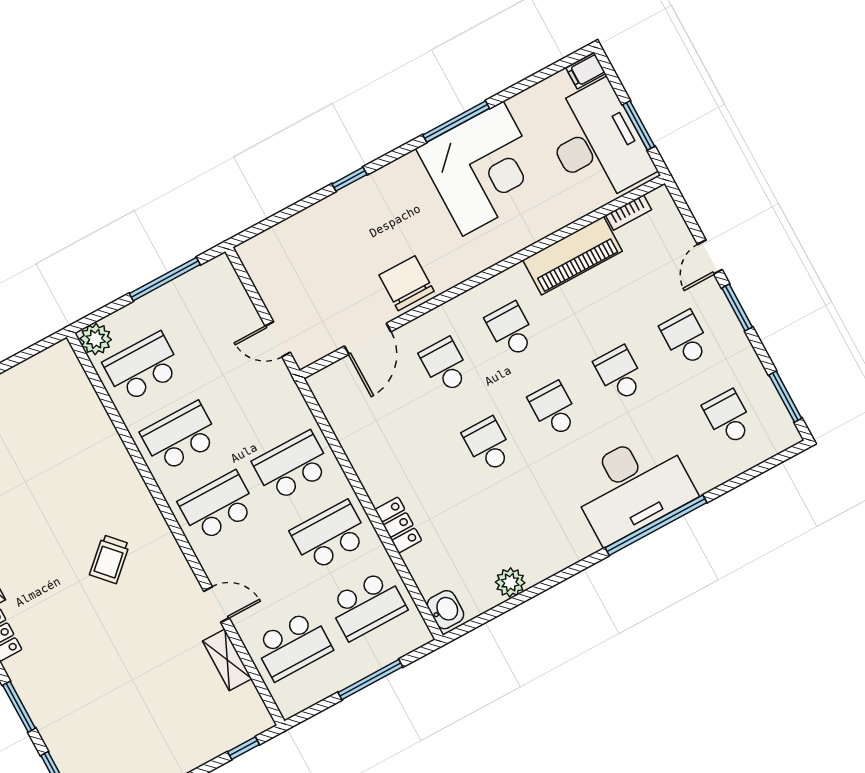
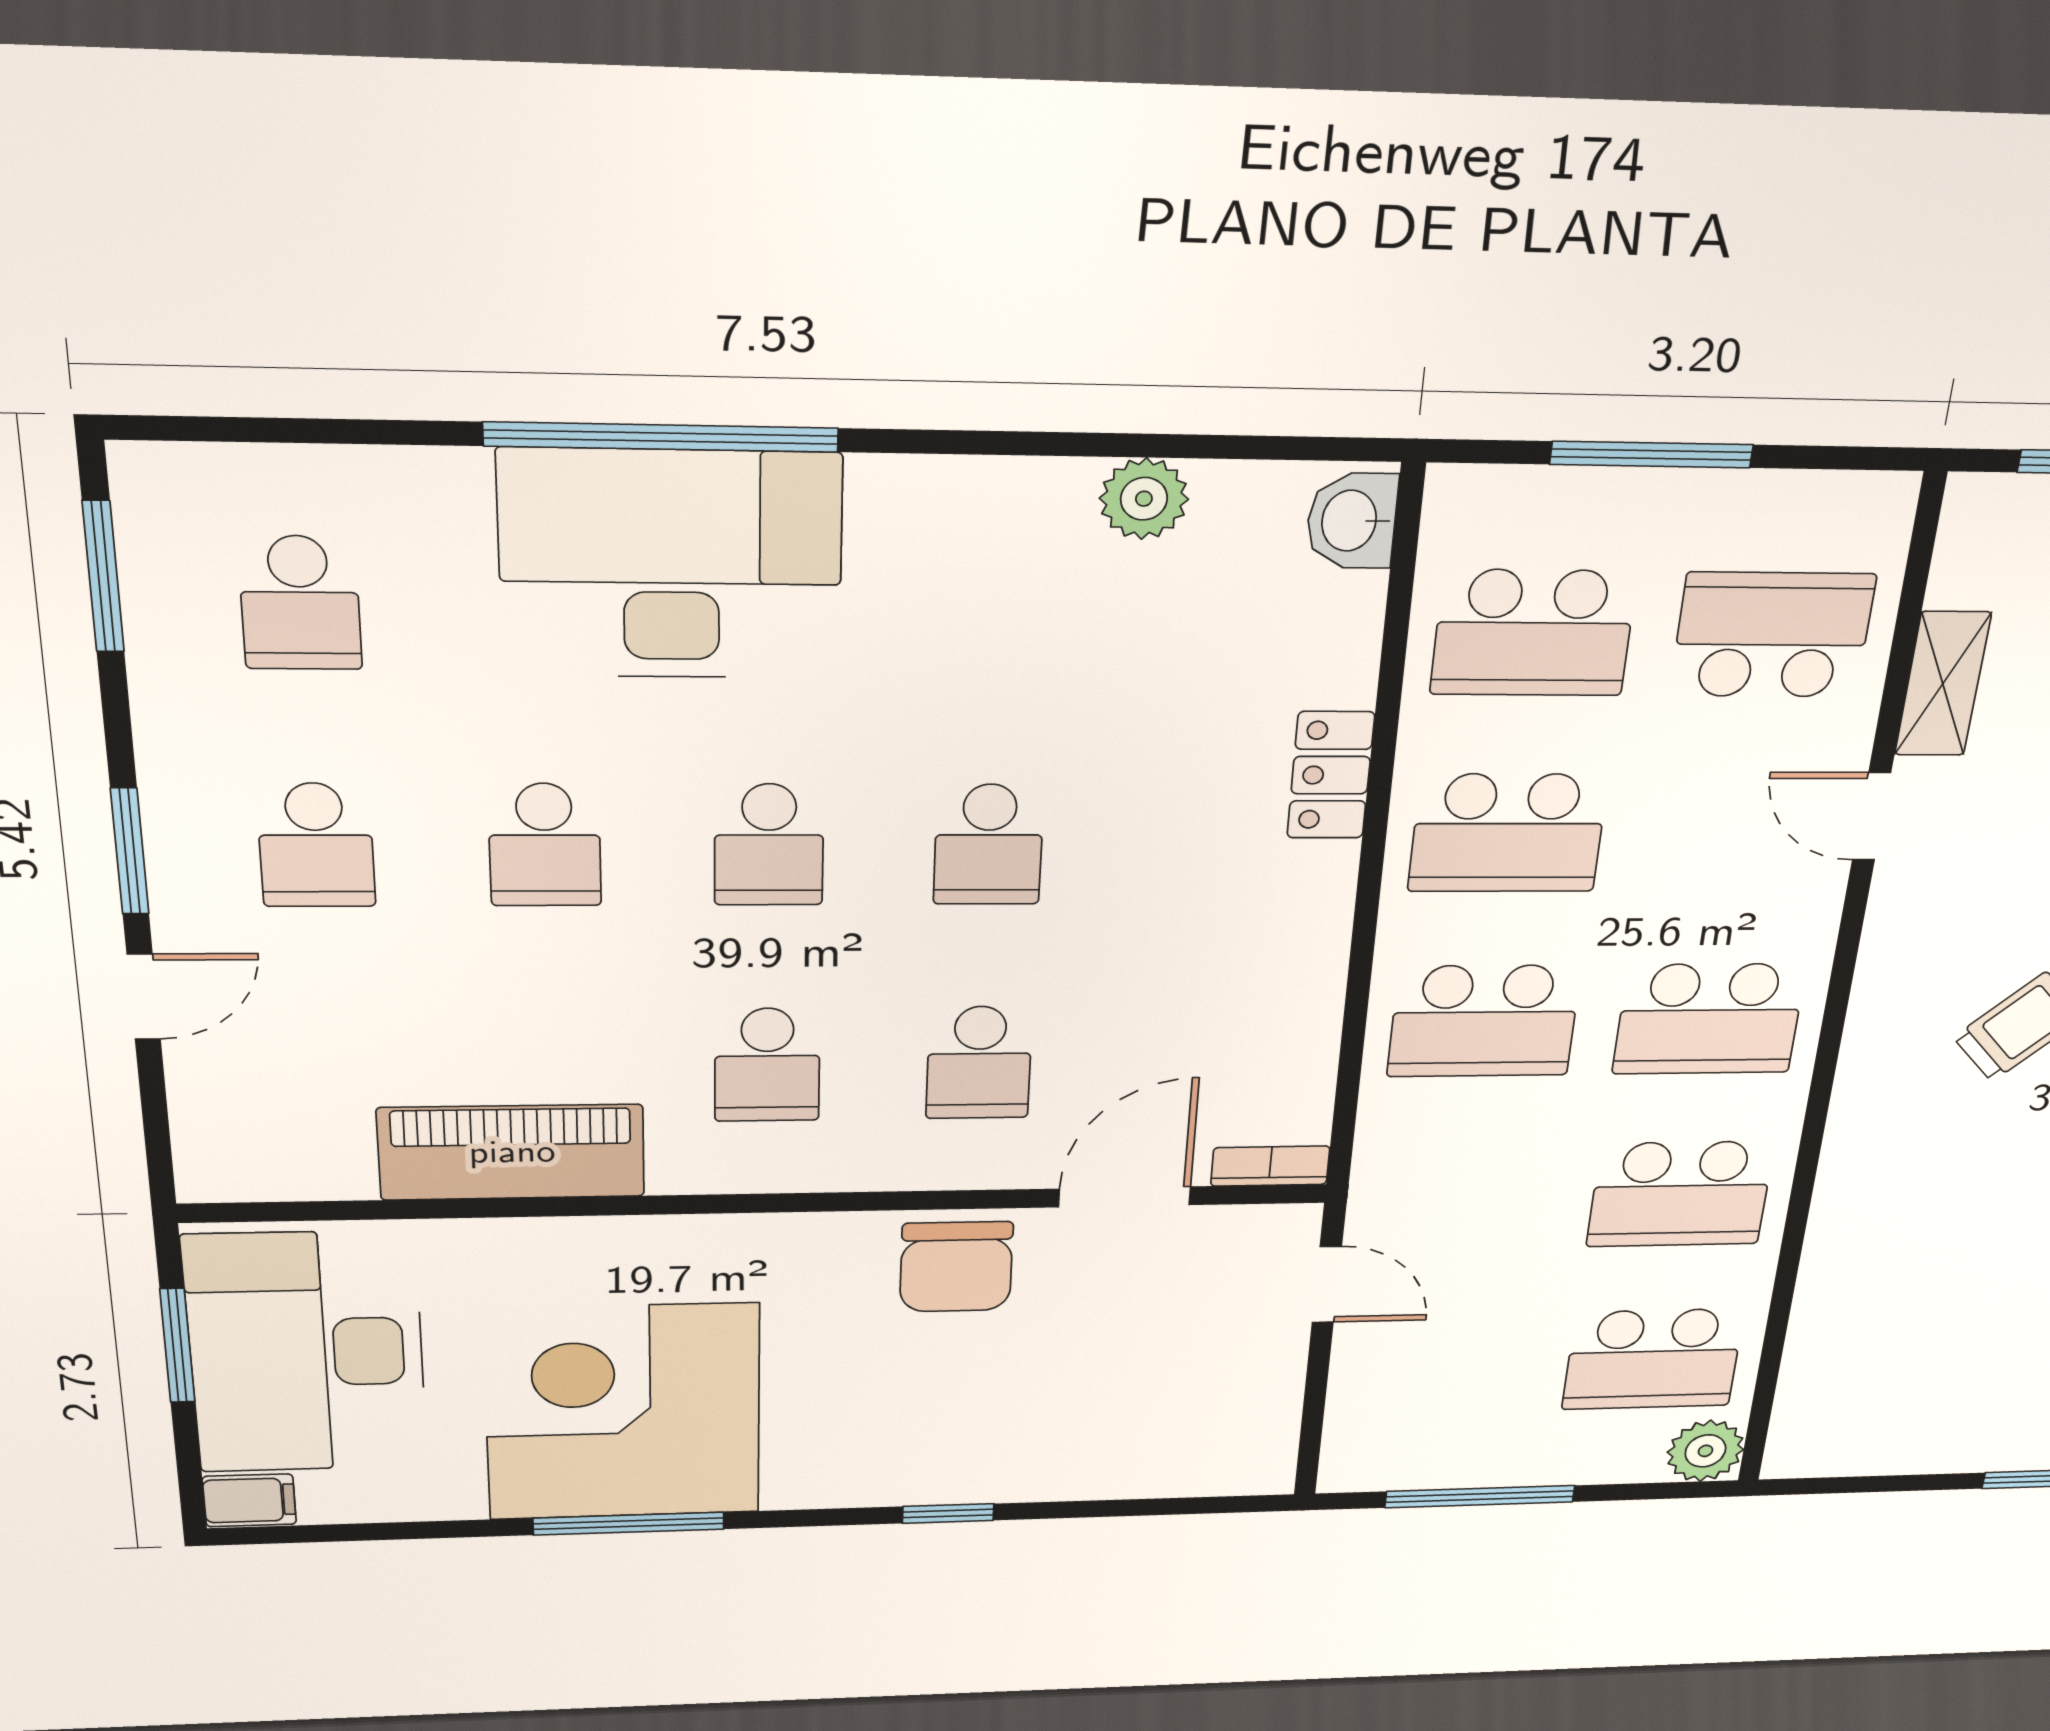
bookcase: (628, 212) -> (1270, 1166), moved
school desk: (367, 605) -> (1533, 633), turned 180

